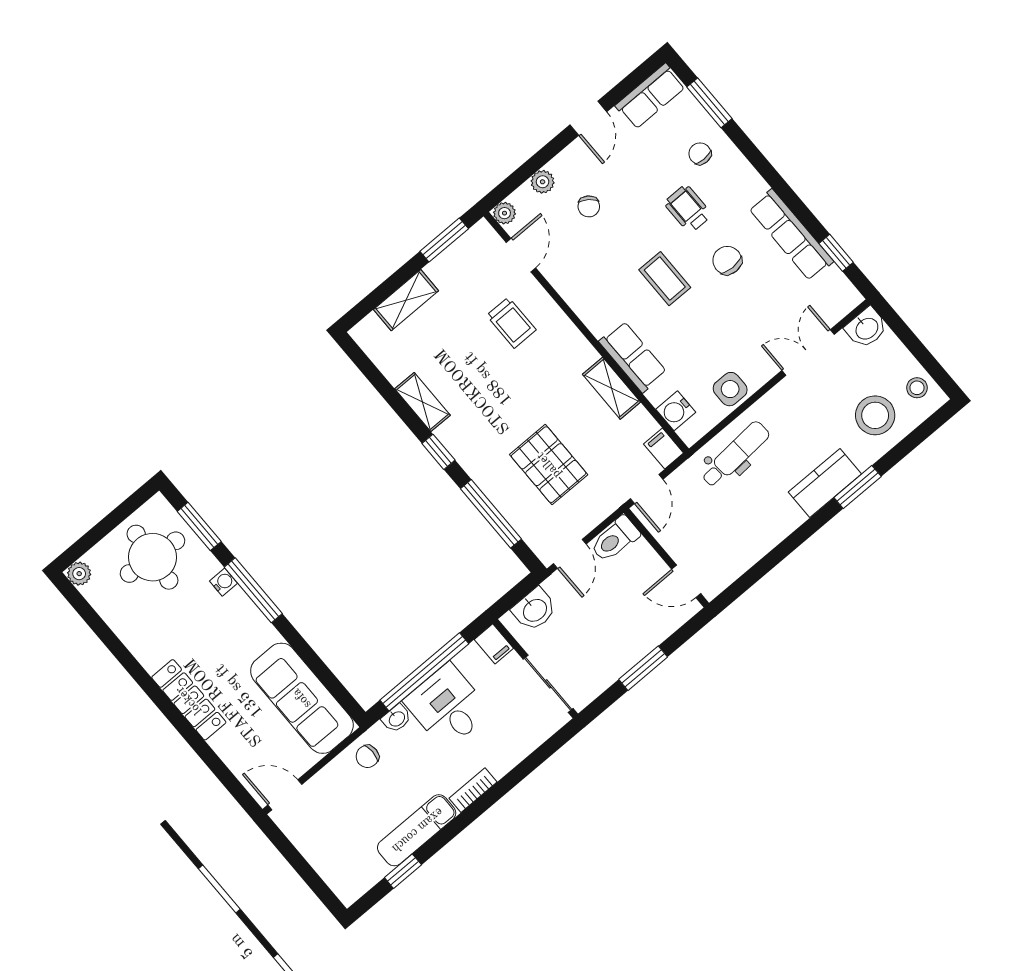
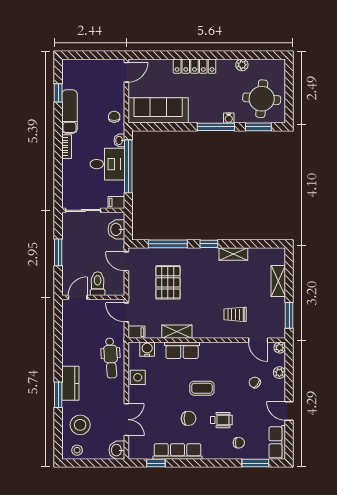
pallet: (549, 465) -> (168, 282), turned 90
toilet: (615, 539) -> (98, 284), moved
plant: (79, 574) -> (242, 65), moved

